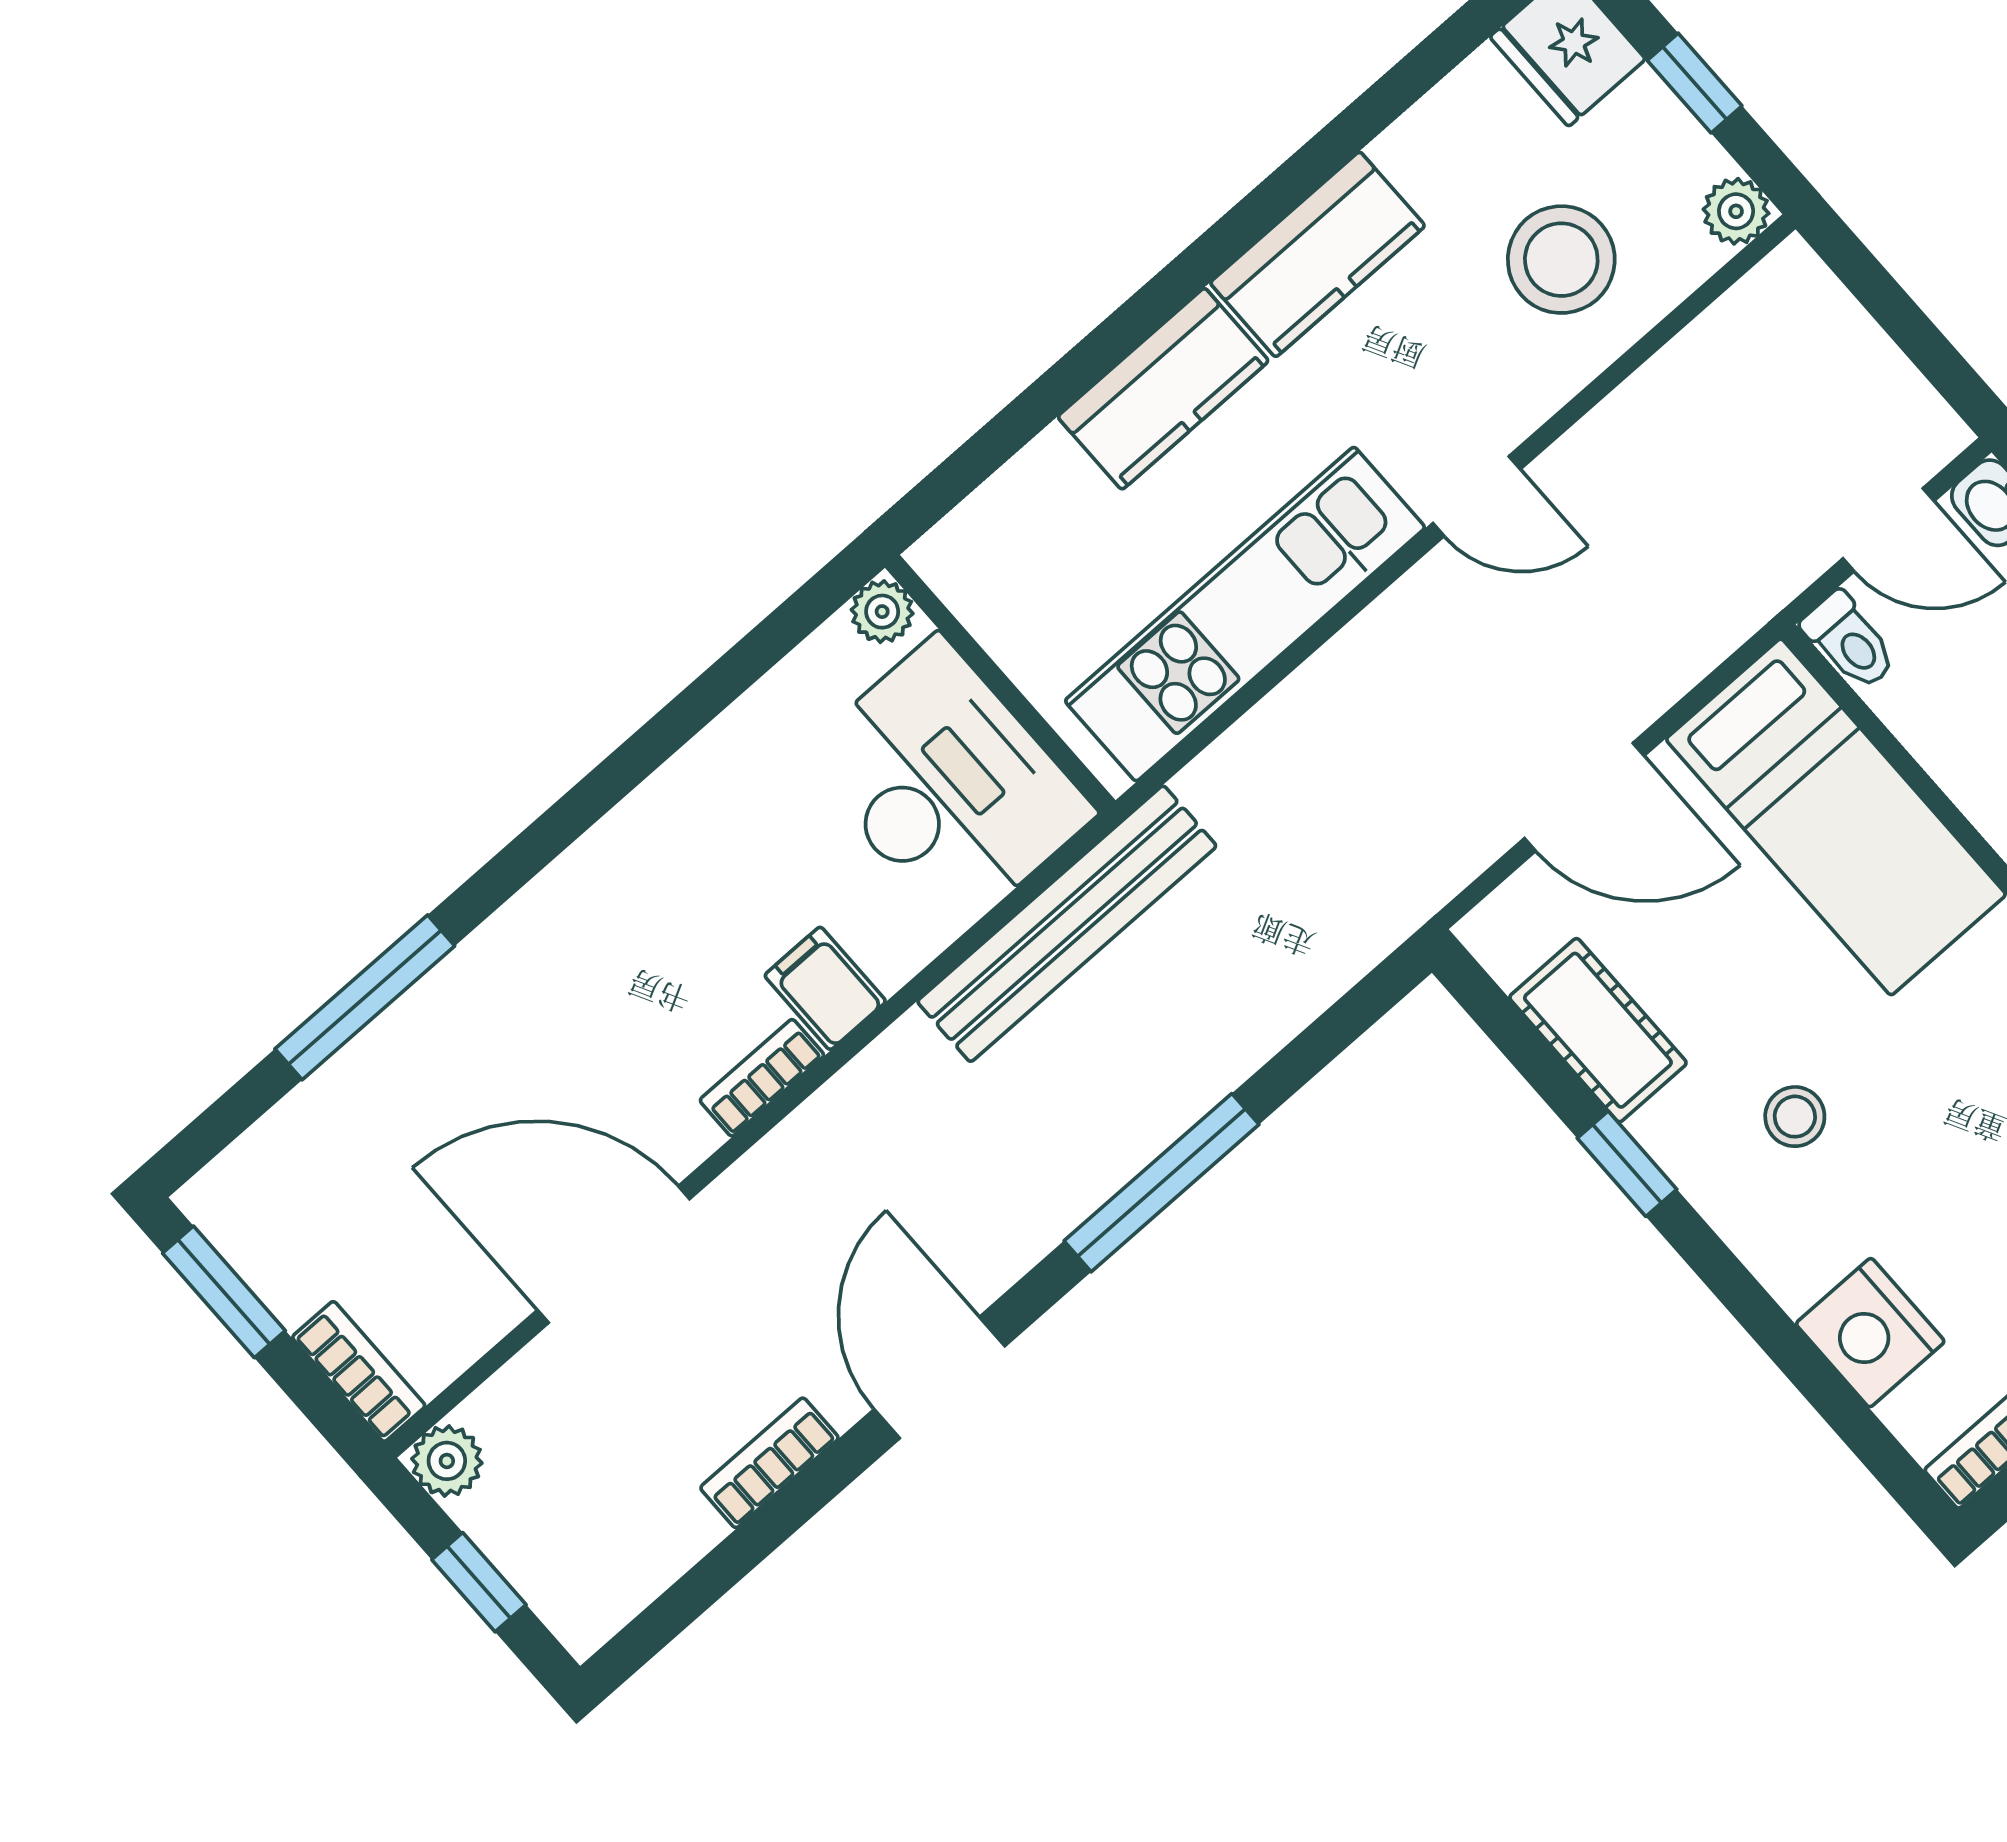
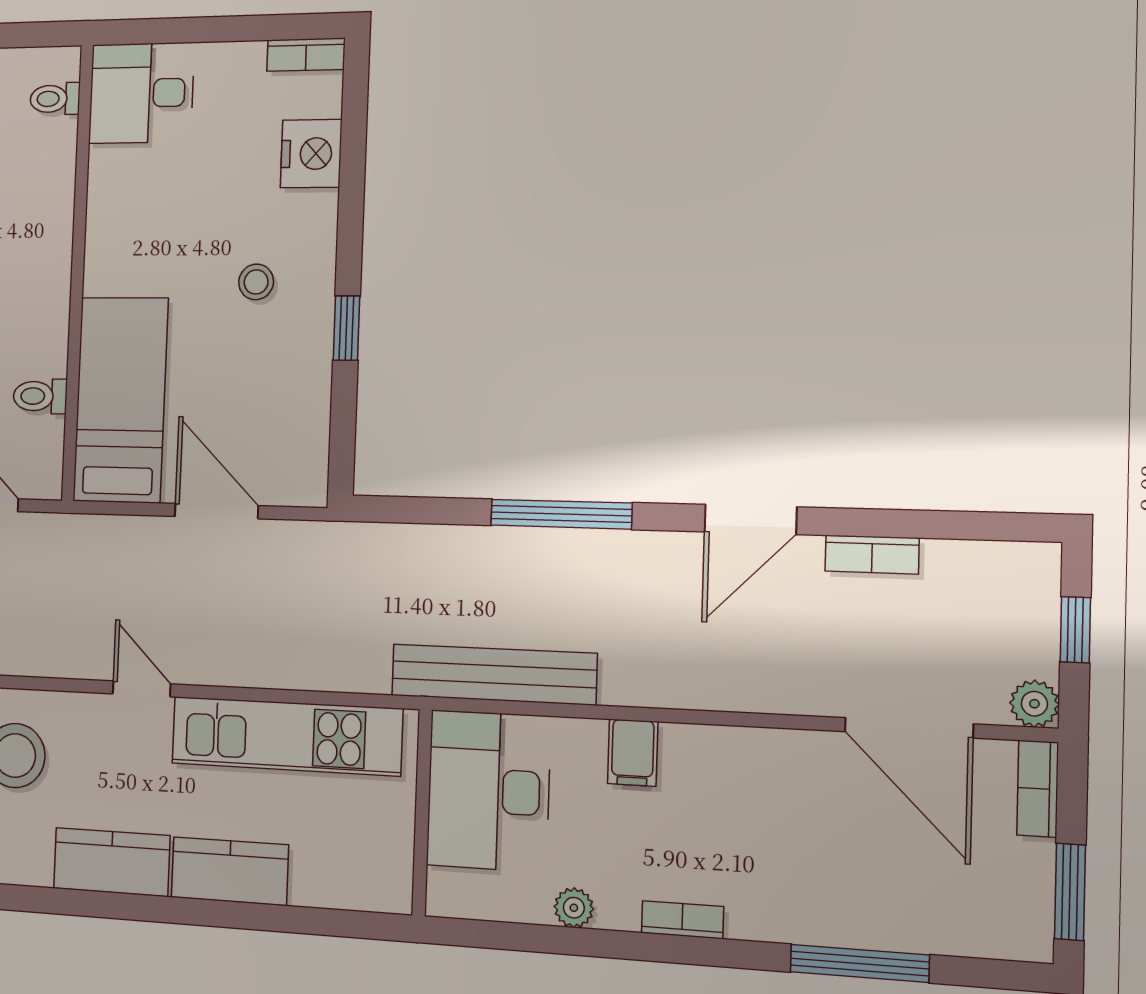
plant: (882, 612) -> (574, 908), moved
toilet: (1850, 641) -> (40, 396), moved, turned -90
cot: (1598, 1030) -> (305, 401), removed
bookcase: (762, 1078) -> (682, 920), moved, turned 180
door: (614, 1254) -> (909, 728), moved

